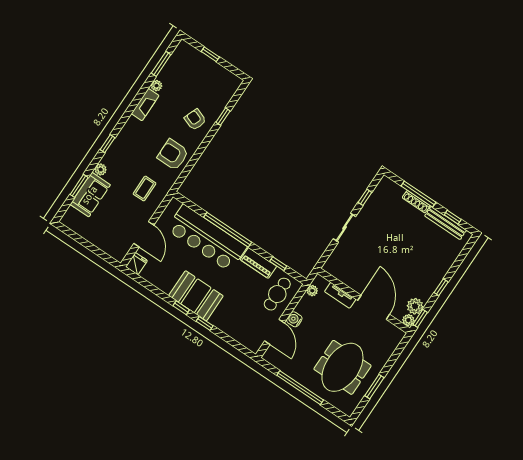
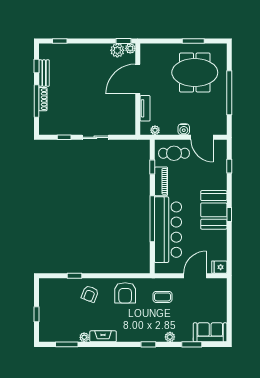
sofa: (90, 195) -> (210, 332), moved
bench: (446, 223) -> (44, 73), width x0.73
window: (441, 287) -> (60, 41), moved
window: (205, 323) -> (229, 166), moved
door: (275, 332) -> (202, 137), swing flipped

